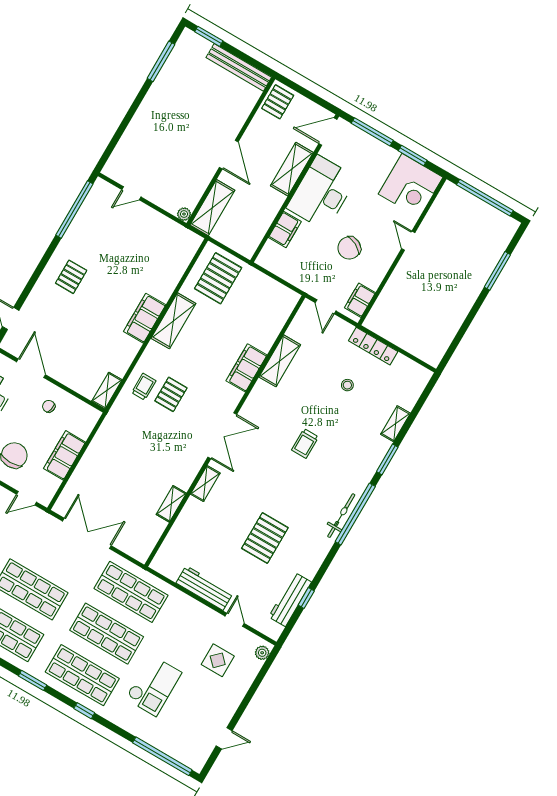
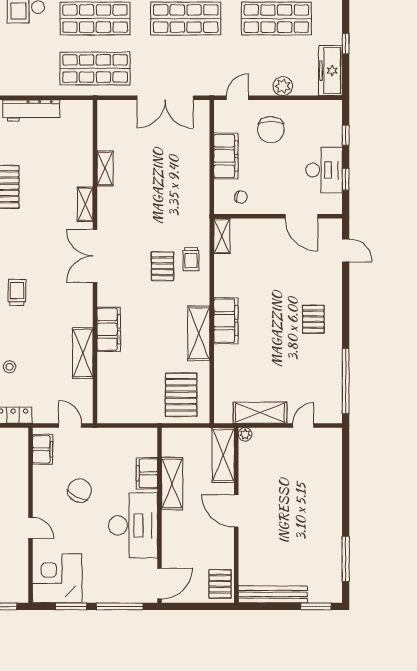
shelving: (292, 169) -> (172, 484), moved
shelving: (161, 225) -> (260, 413), added
chair: (49, 406) -> (241, 197), moved

